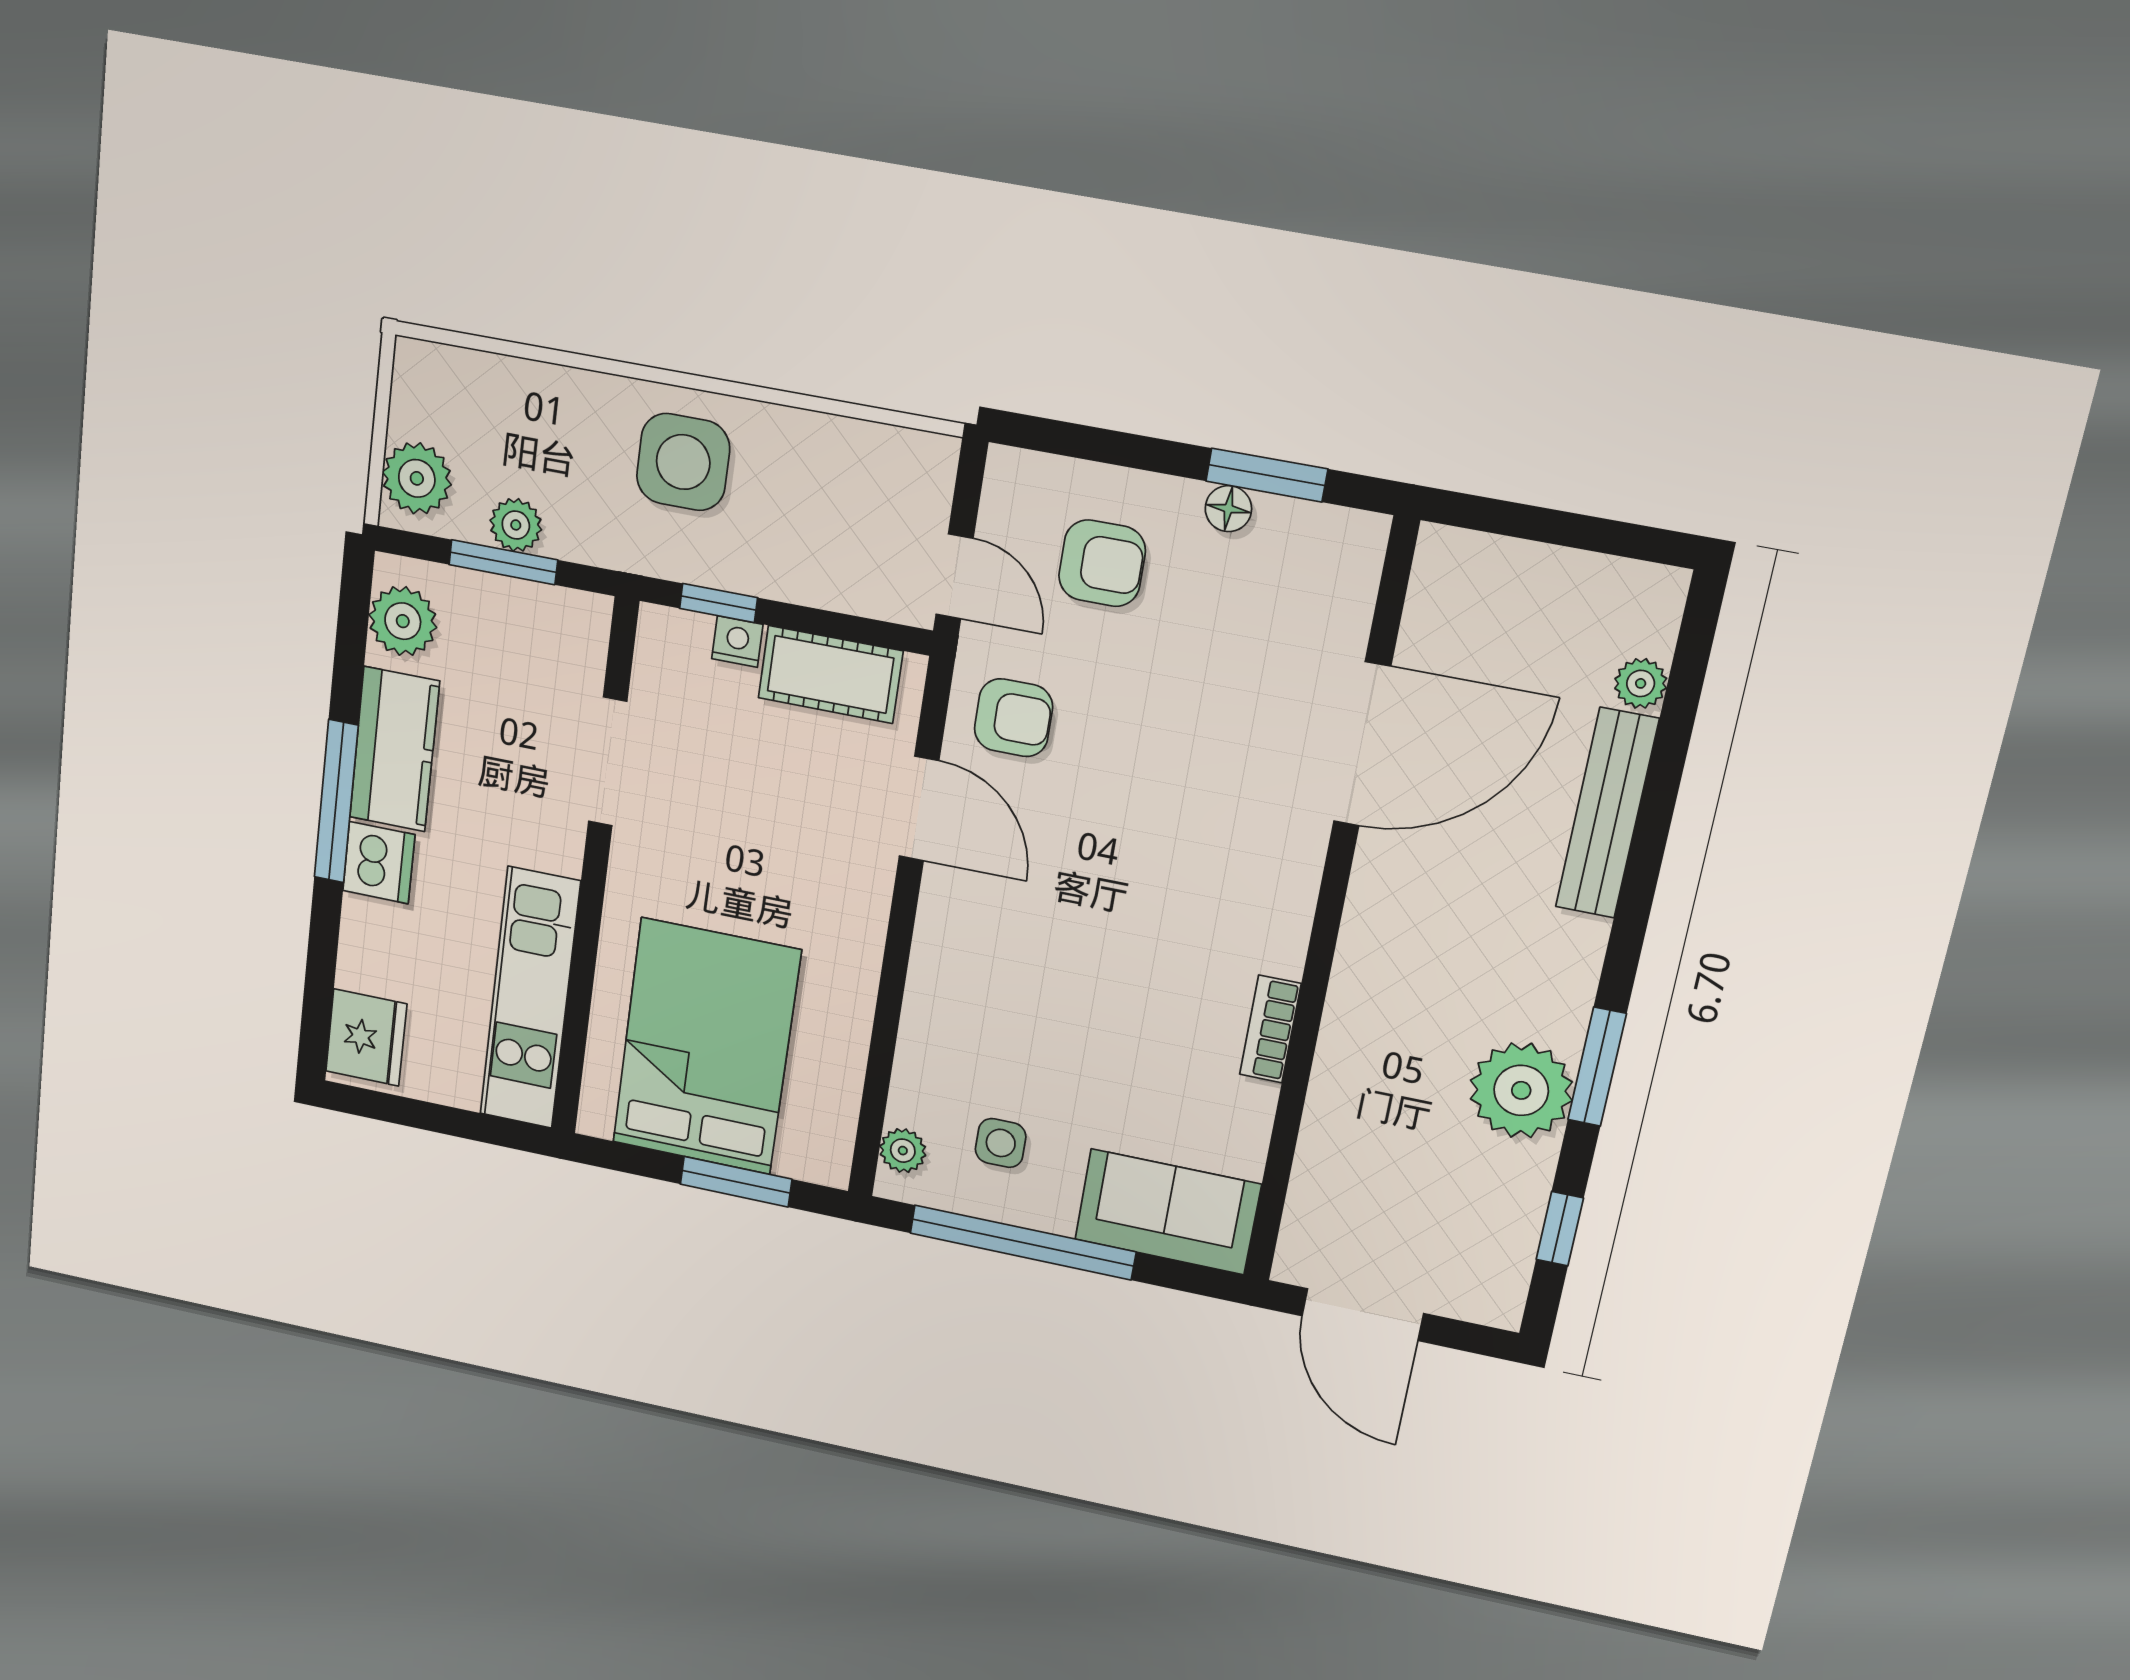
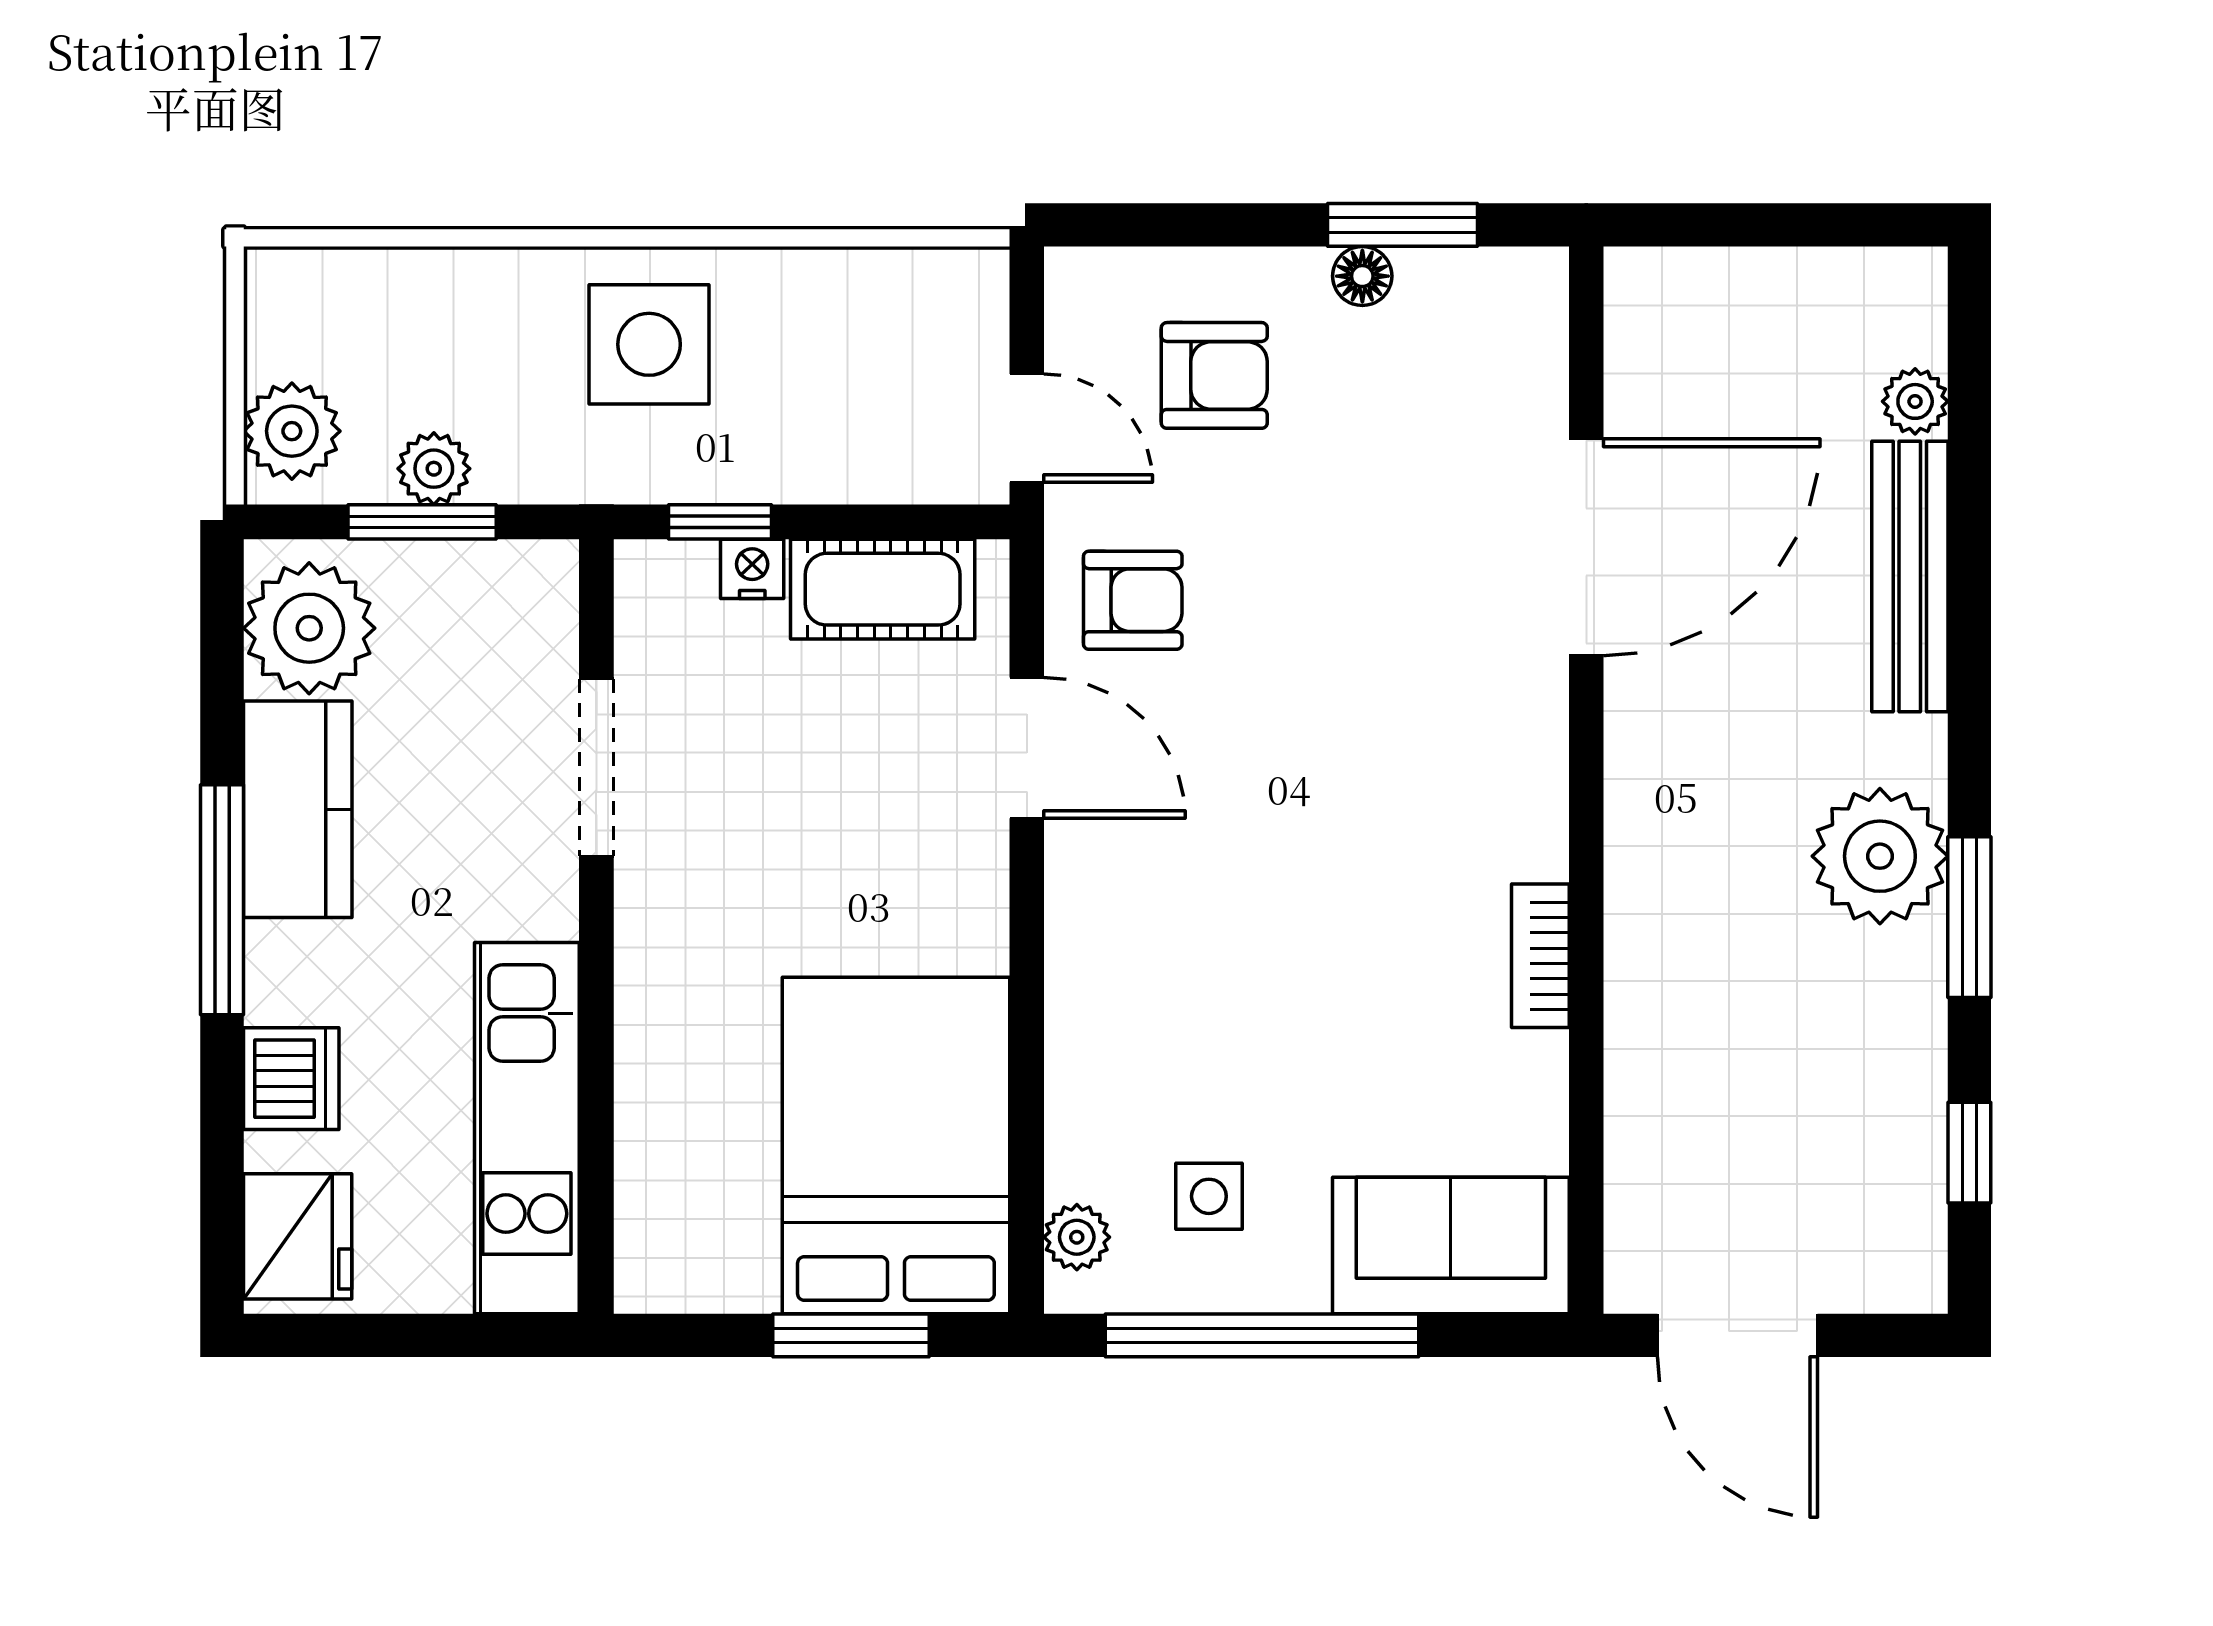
plant: (403, 621) -> (309, 628), width x1.36, depth x1.36
dishwasher: (379, 863) -> (291, 1079), moved
bed: (706, 1047) -> (896, 1146), moved
plant: (1521, 1090) -> (1880, 856), moved

